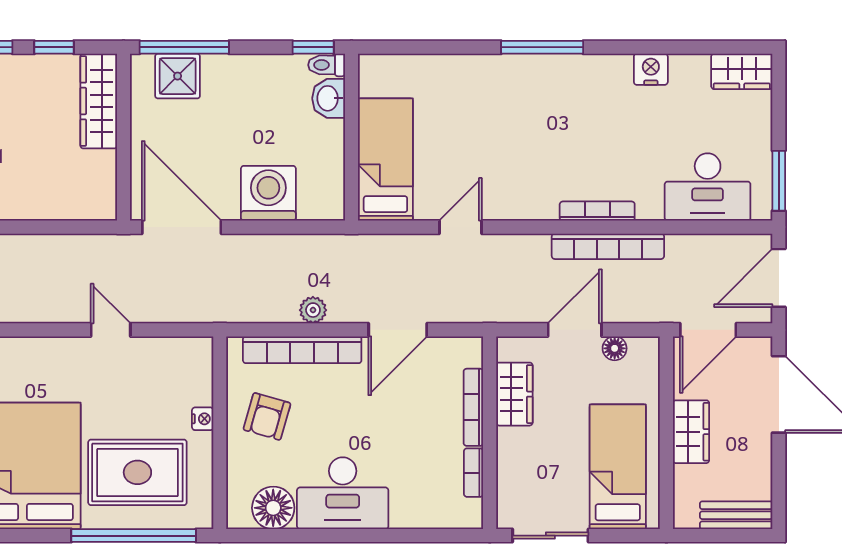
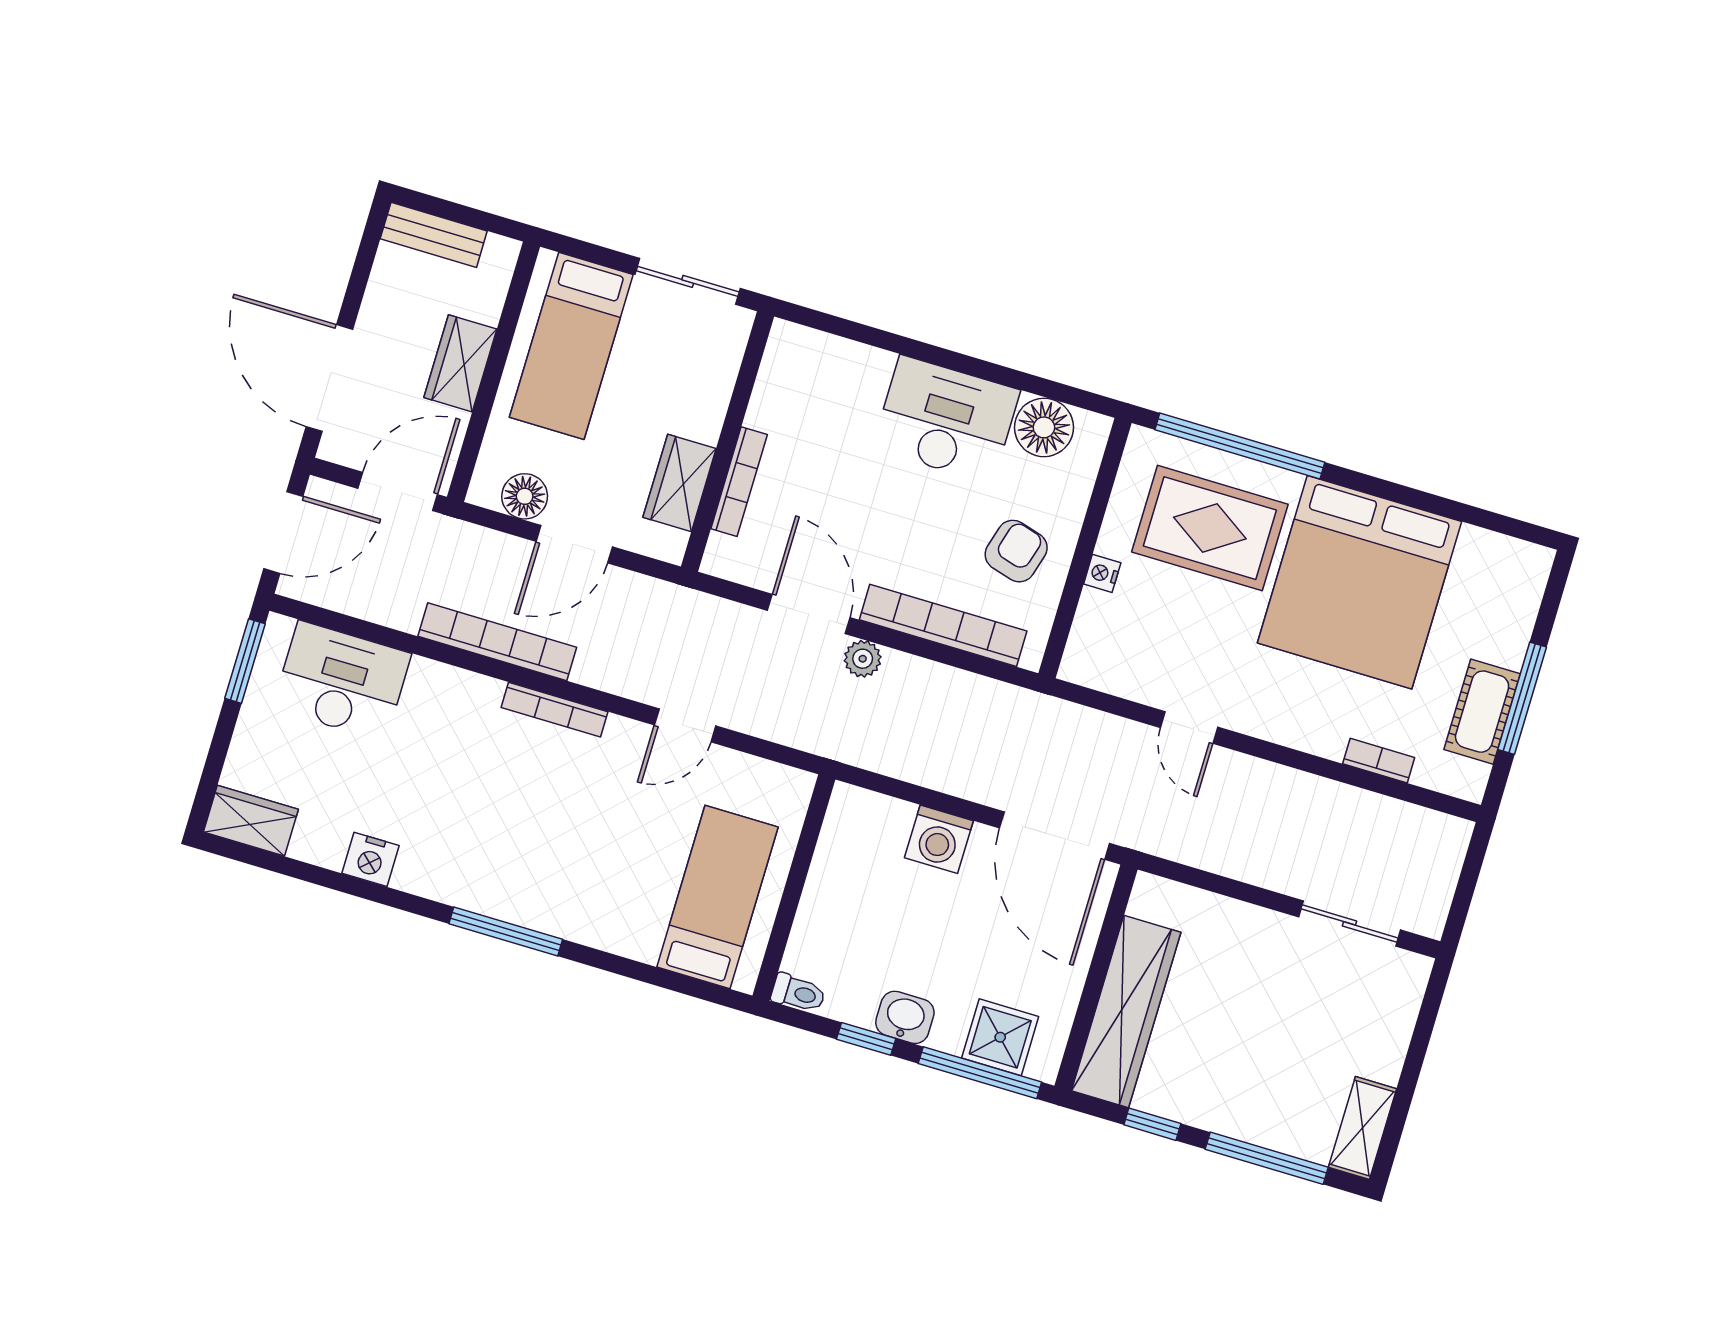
window: (313, 47) -> (866, 1039), moved
washbasin: (329, 98) -> (905, 1017), moved, turned -90
wardrobe: (99, 101) -> (1126, 1011), width x1.40, depth x1.17
bed: (385, 160) -> (717, 897), moved, turned 180
washing machine: (268, 193) -> (939, 839), width x0.73, depth x0.73
bookcase: (597, 211) -> (554, 710), moved
plant: (313, 310) -> (863, 659), moved
door: (398, 330) -> (809, 614), hinge flipped
floor lamp: (615, 348) -> (525, 496), width x1.37, depth x1.37
bookcase: (474, 473) -> (765, 395), removed

